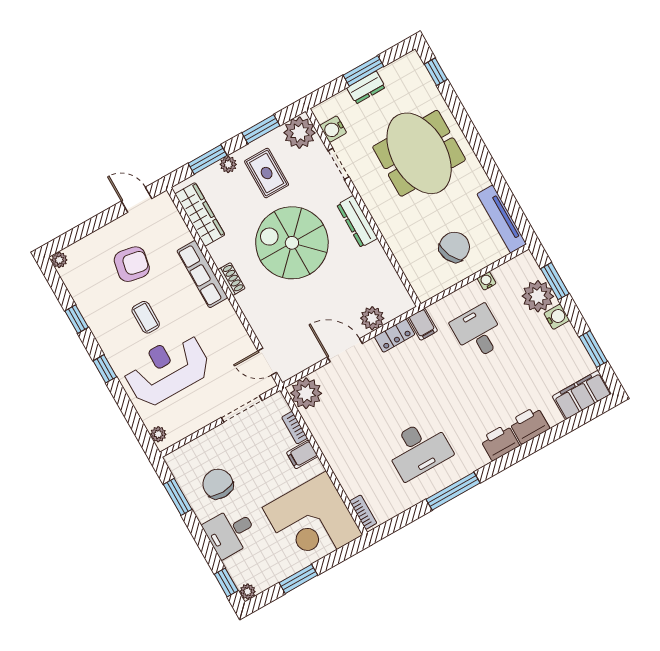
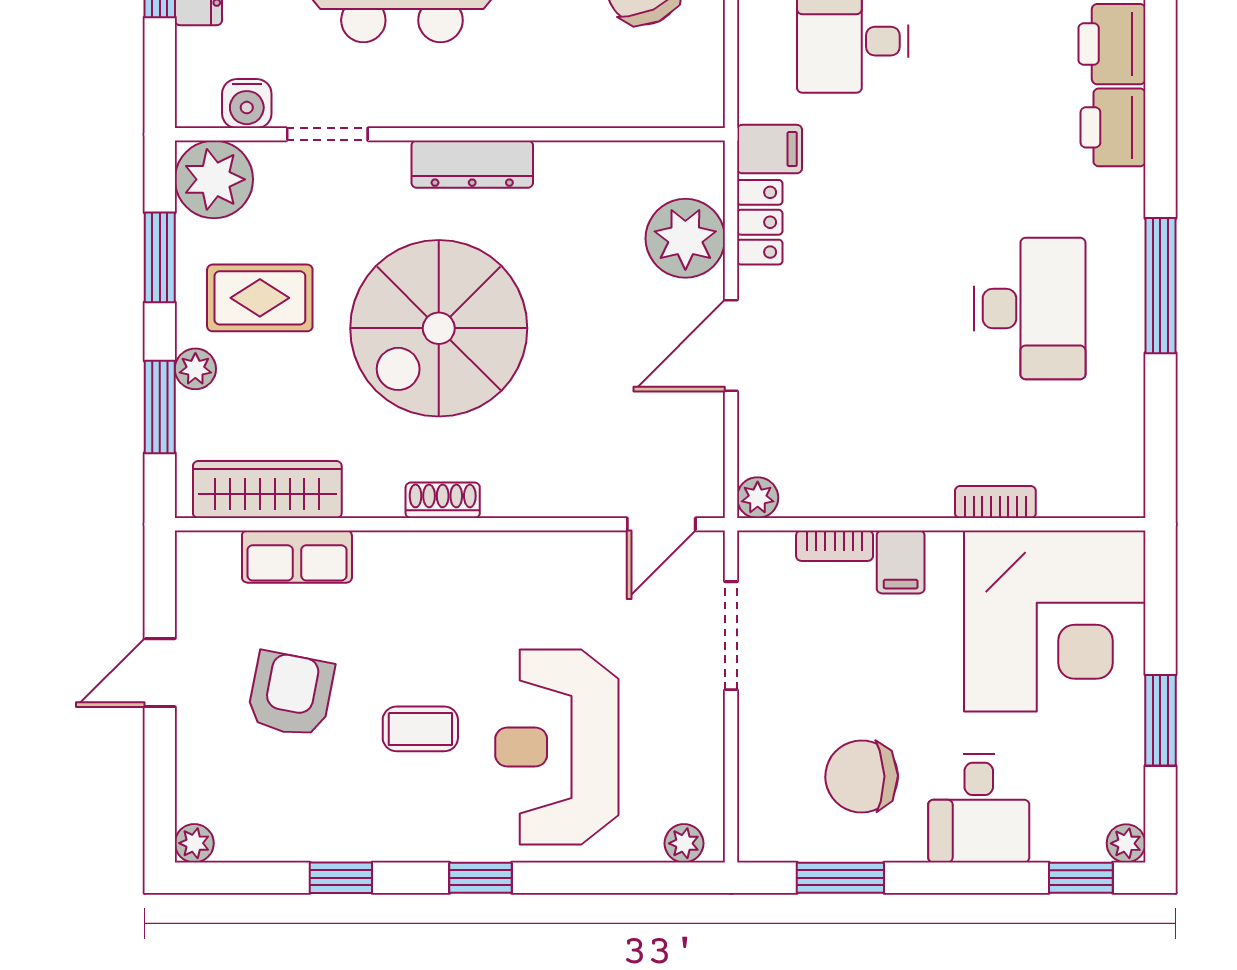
door: (137, 200) -> (160, 673), moved
row of seats: (202, 274) -> (297, 557), moved, width x0.68
plant: (372, 318) -> (685, 238), width x1.36, depth x1.36
plant: (306, 393) -> (758, 498), width x0.53, depth x0.53
bookcase: (363, 512) -> (995, 502), moved

